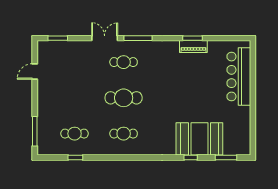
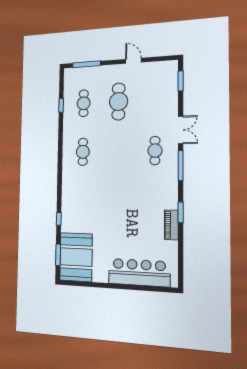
window: (192, 38) -> (181, 212), moved
door: (35, 71) -> (133, 61), moved
cafe table: (124, 98) -> (119, 102), moved
booth: (199, 139) -> (76, 257), moved

